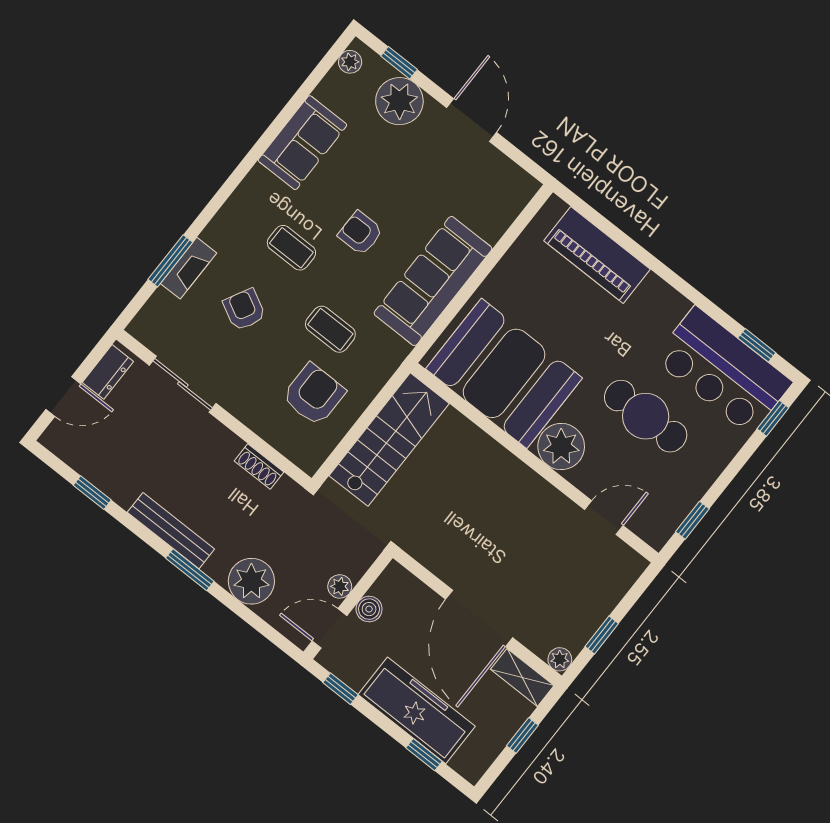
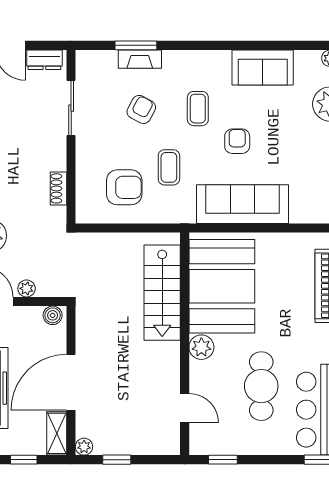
stairs: (389, 440) -> (162, 293), moved, turned 90
plant: (561, 447) -> (201, 347), width x0.73, depth x0.73
boiler: (369, 609) -> (53, 315), moved

